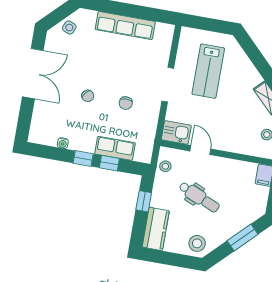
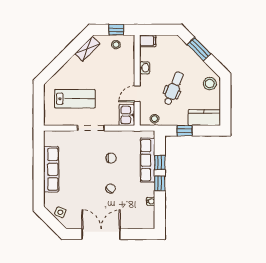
row of seats: (115, 148) -> (148, 160), width x1.48
washbasin: (231, 165) -> (145, 68), added

